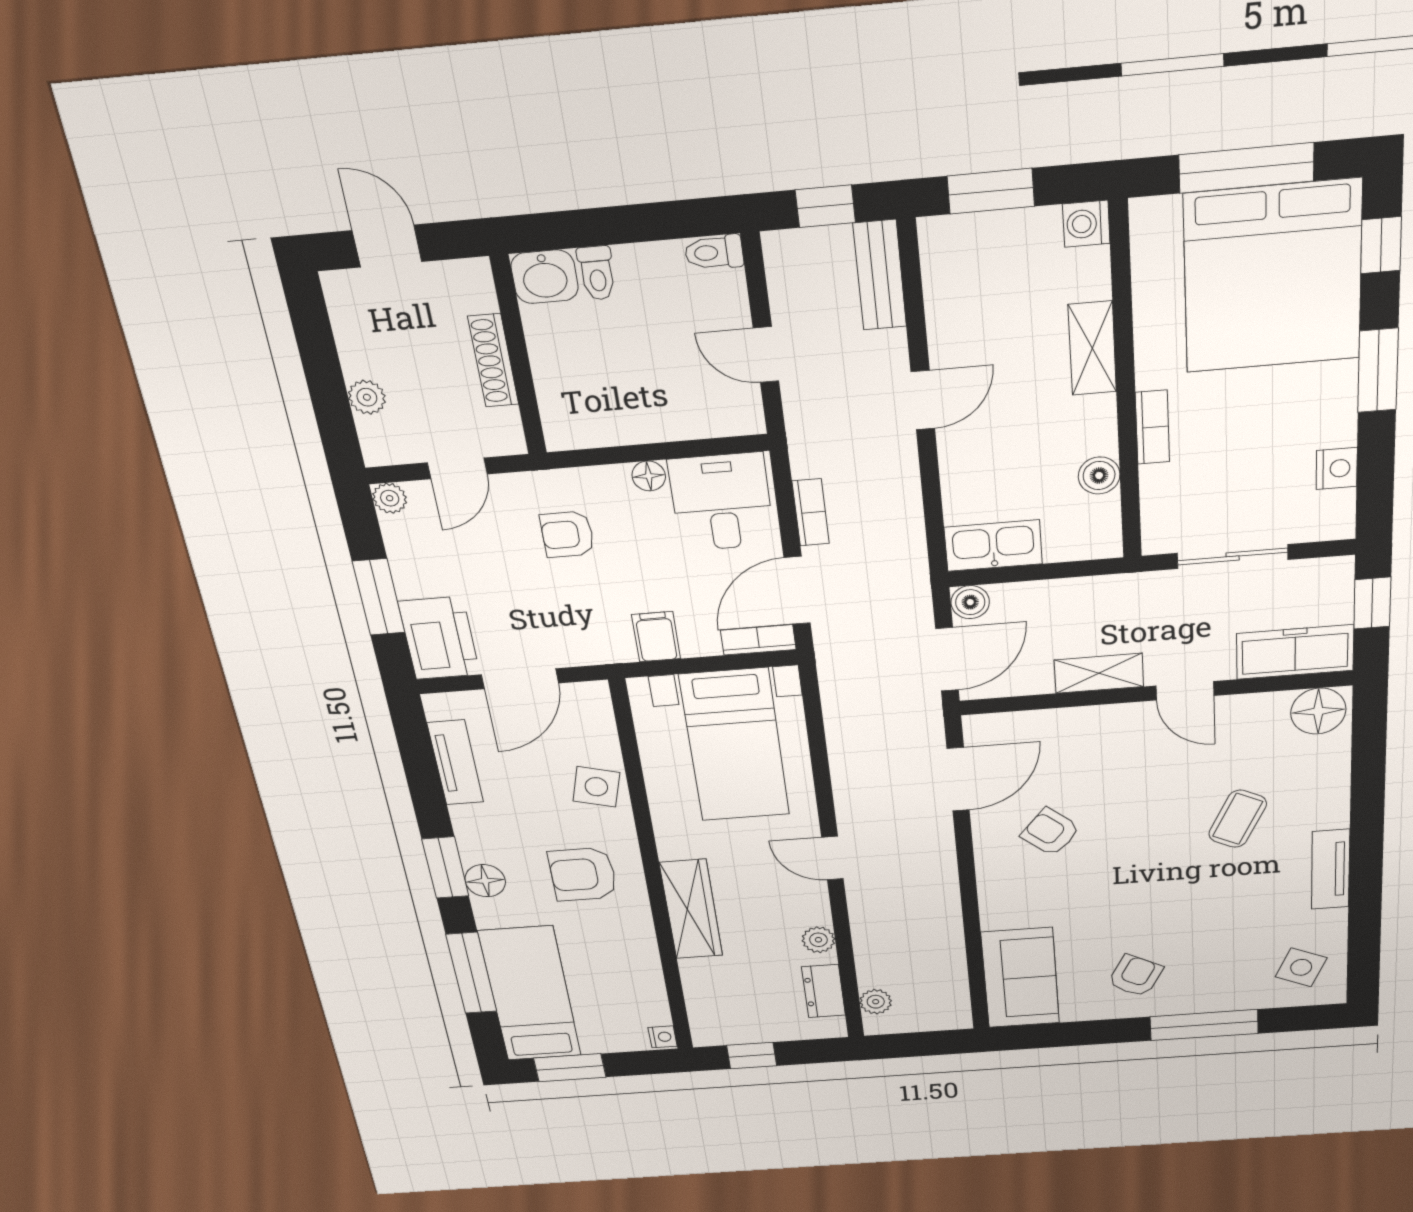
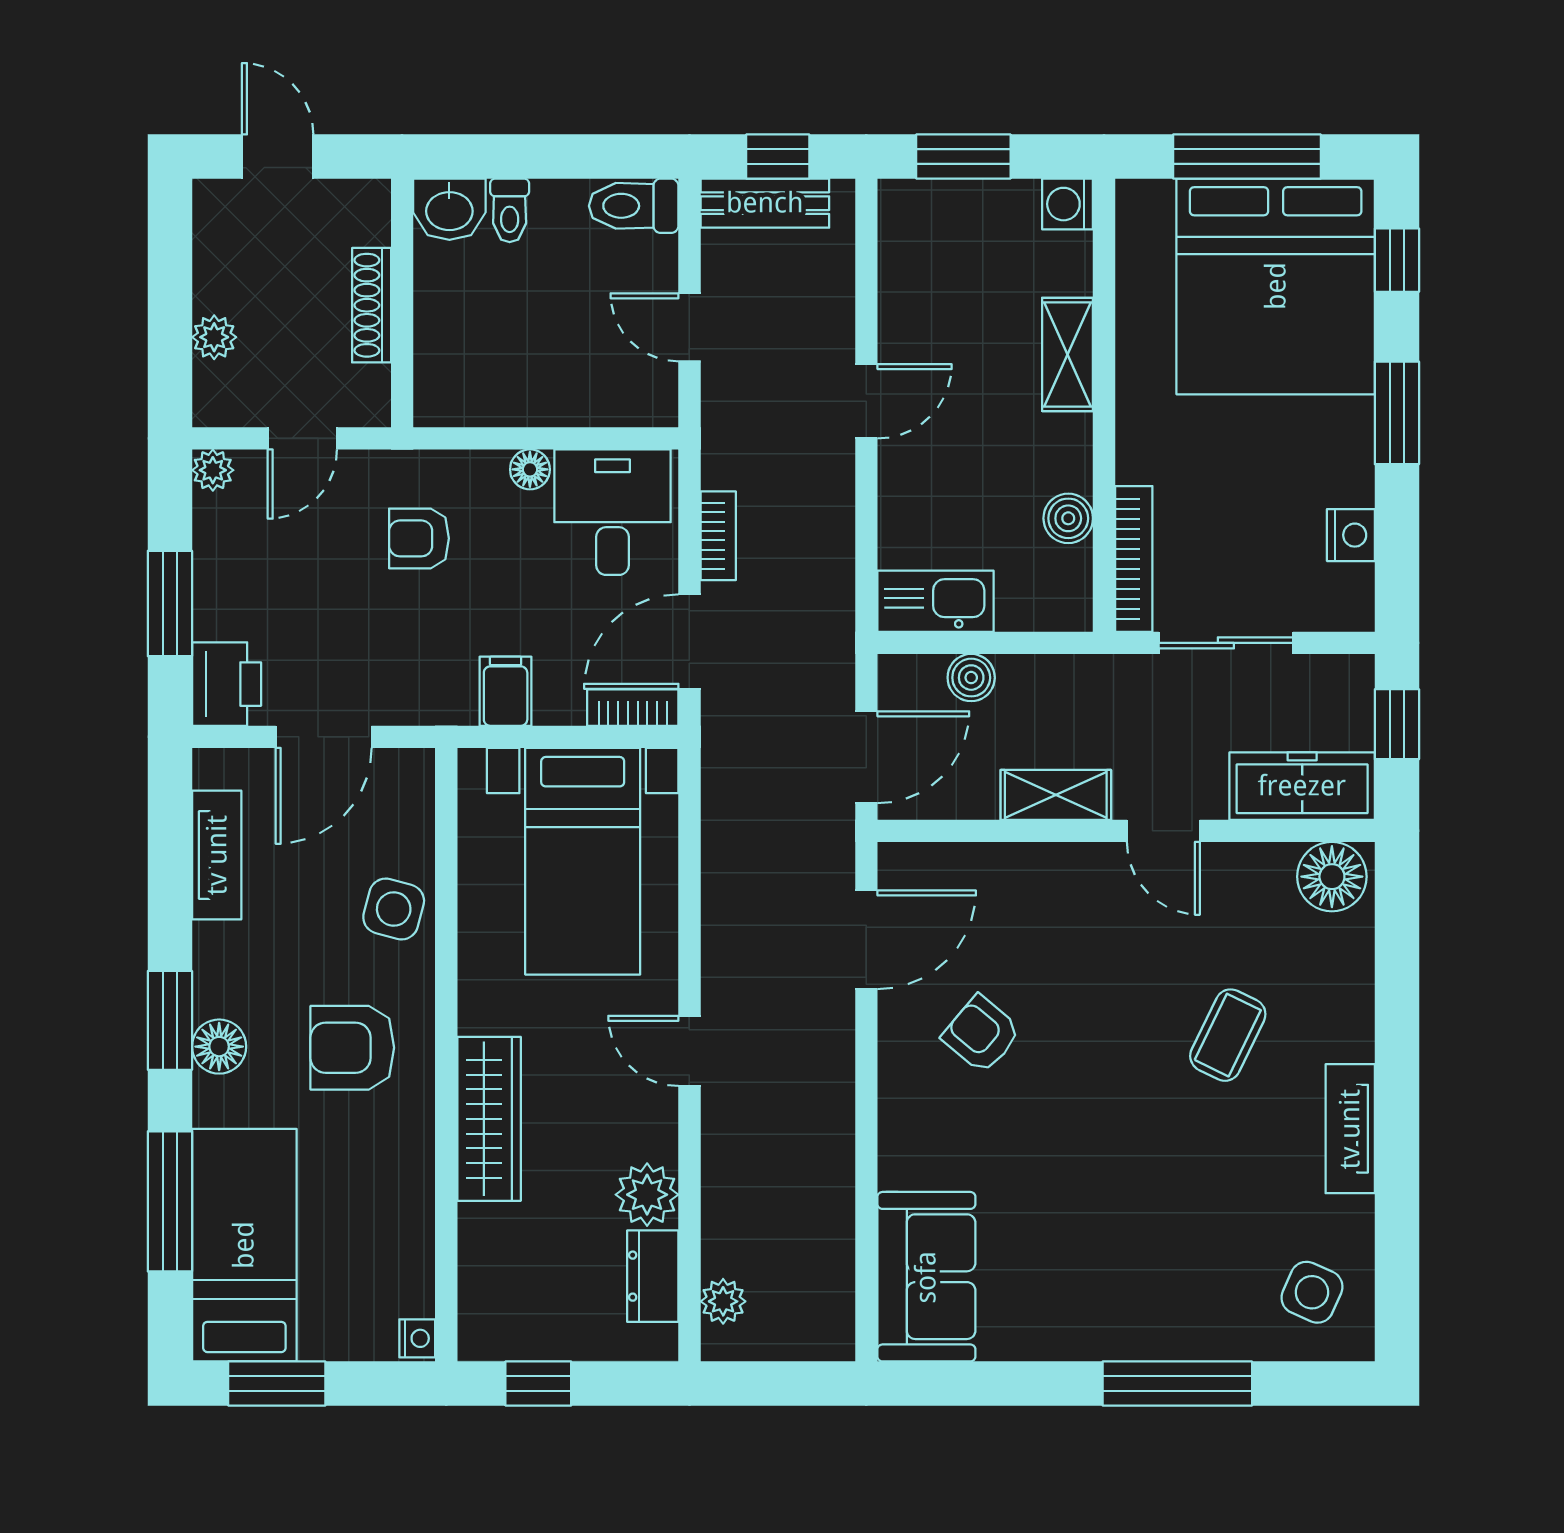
toilet: (714, 252) -> (634, 206), width x1.37, depth x1.39
bench: (880, 275) -> (765, 203), moved, turned 90
bookcase: (1152, 427) -> (1134, 559), moved, width x1.56
boiler: (970, 602) -> (971, 678), moved
printer: (439, 638) -> (227, 684), width x0.73, depth x0.84
plant: (818, 940) -> (647, 1195), width x1.38, depth x1.38
armchair: (1135, 976) -> (1085, 1287), removed

